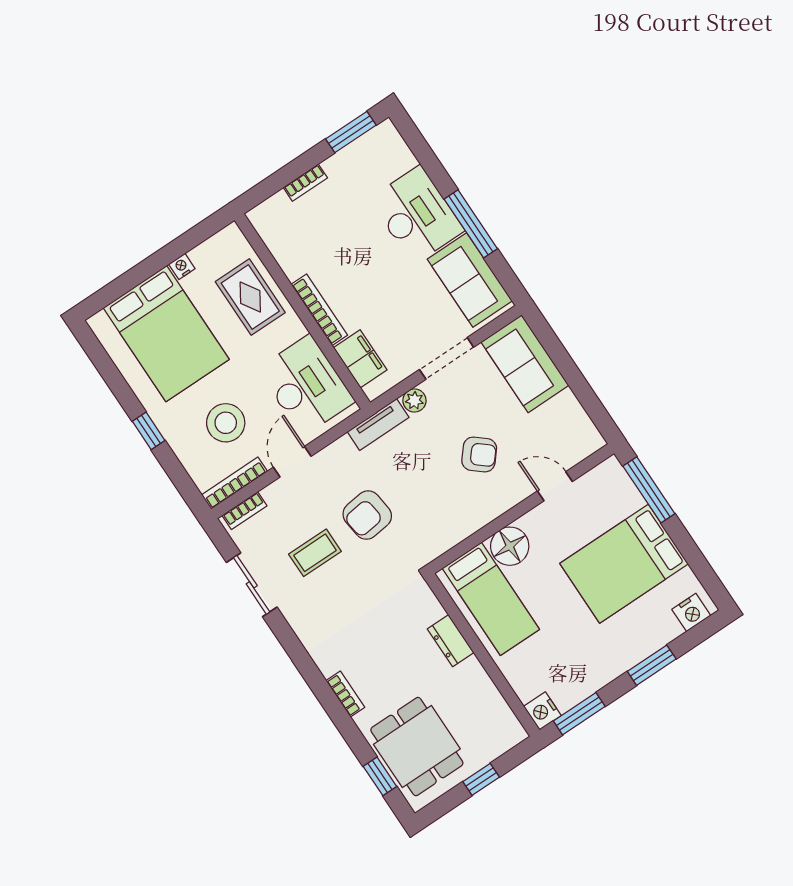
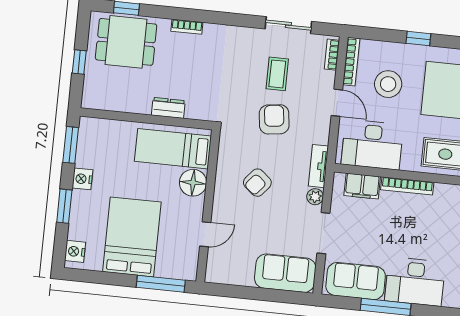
armchair: (479, 454) -> (257, 183), moved
nightstand: (542, 711) -> (82, 179), moved, turned -90

